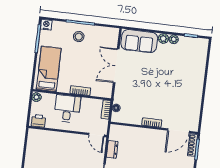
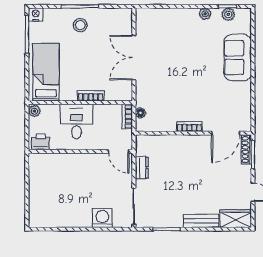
plant: (163, 39) -> (228, 14), moved
sofa: (139, 41) -> (238, 58), moved, turned 90

